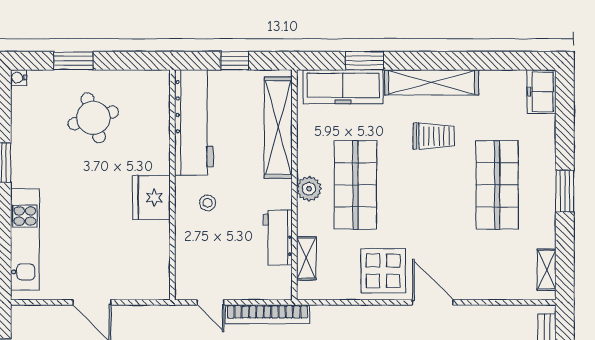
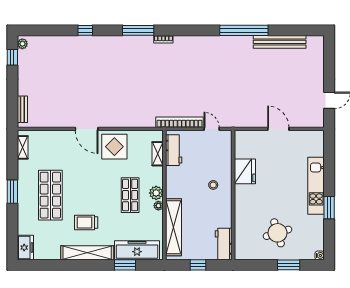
workbench: (194, 123) -> (224, 244), width x0.53, depth x0.76
plant: (305, 166) -> (158, 206), added
shop shelf: (355, 185) -> (130, 195), width x0.70, depth x0.74
fridge: (151, 198) -> (245, 171), moved
workbench: (278, 237) -> (174, 150), moved
kitchen unit: (25, 239) -> (316, 186), moved

